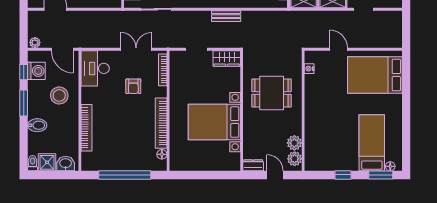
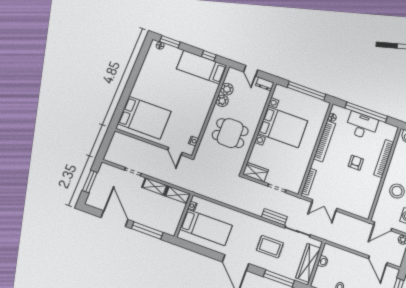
bench: (226, 16) -> (274, 217), moved
door: (62, 49) -> (383, 226), swing flipped
door: (339, 49) -> (175, 151), moved
desk: (95, 68) -> (362, 126), moved, turned -90
armchair: (133, 86) -> (356, 163), moved
bed: (372, 143) -> (202, 67), moved, turned 90
plant: (295, 159) -> (222, 101), moved
window: (202, 175) -> (307, 91), added
window: (343, 175) -> (209, 56), moved

